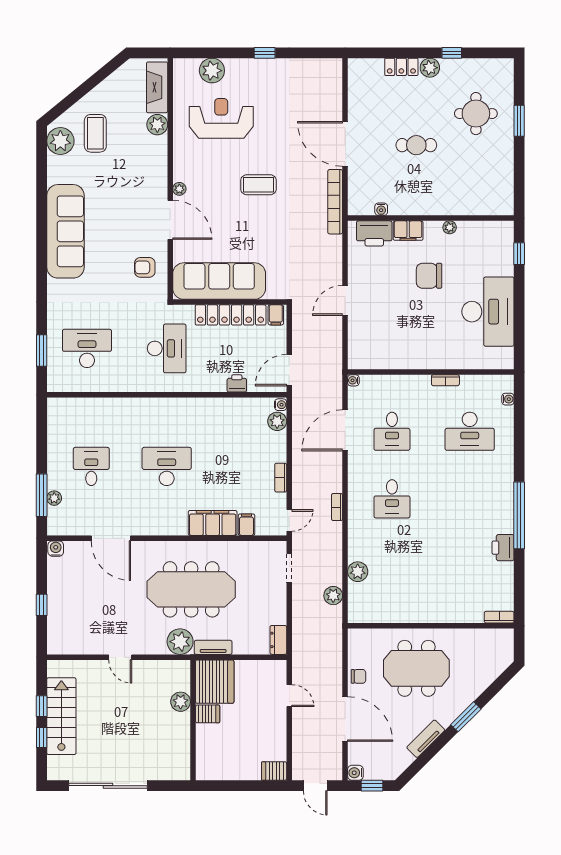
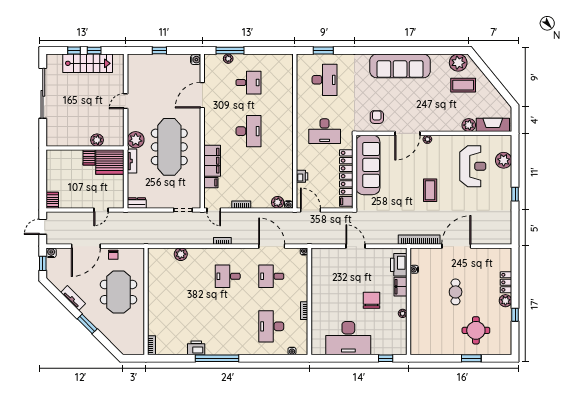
plant: (333, 596) -> (165, 238), removed

